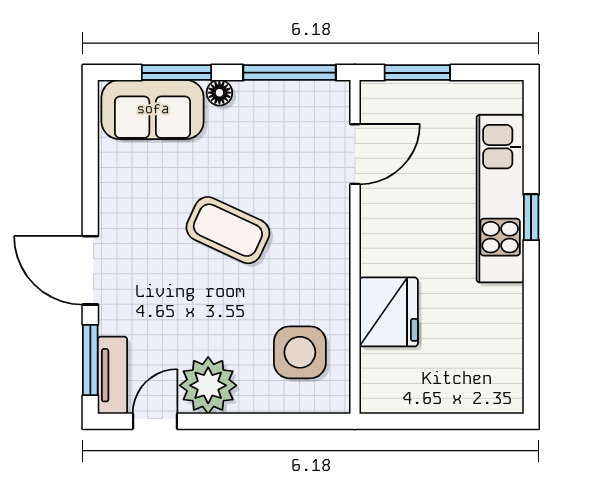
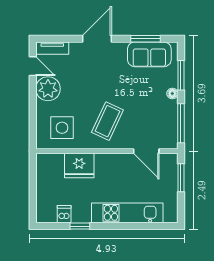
sofa: (153, 109) -> (149, 54), moved, turned -90
window: (531, 217) -> (80, 226), moved
coffee table: (228, 230) -> (107, 121), moved
dishwasher: (503, 347) -> (64, 214), added
window: (90, 360) -> (146, 39), moved

